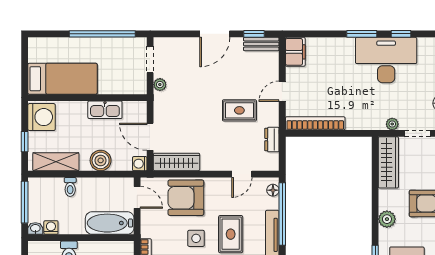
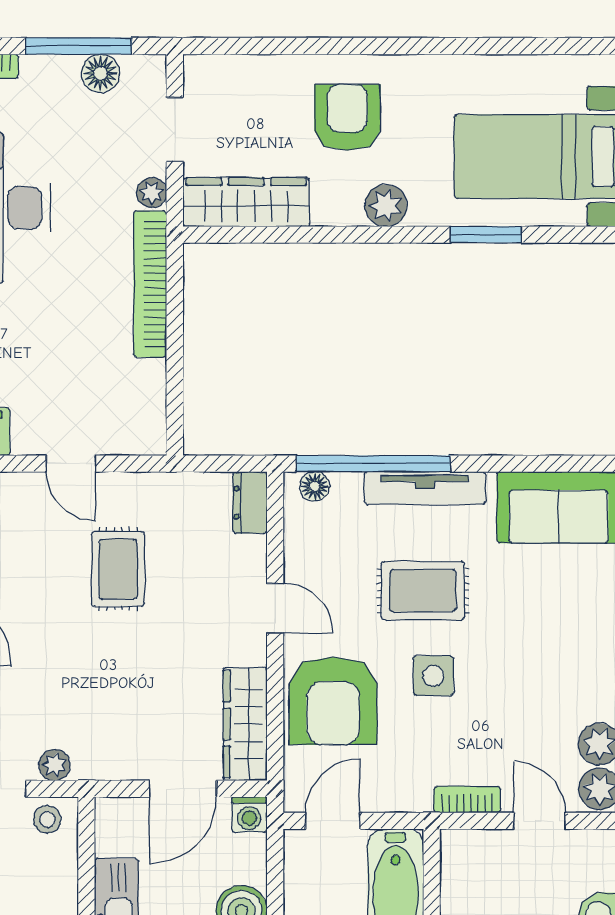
stool: (138, 82) -> (47, 820), added
bookcase: (315, 123) -> (150, 284), moved
dresser: (272, 140) -> (250, 503), moved, turned 90
door: (242, 174) -> (275, 608), moved

